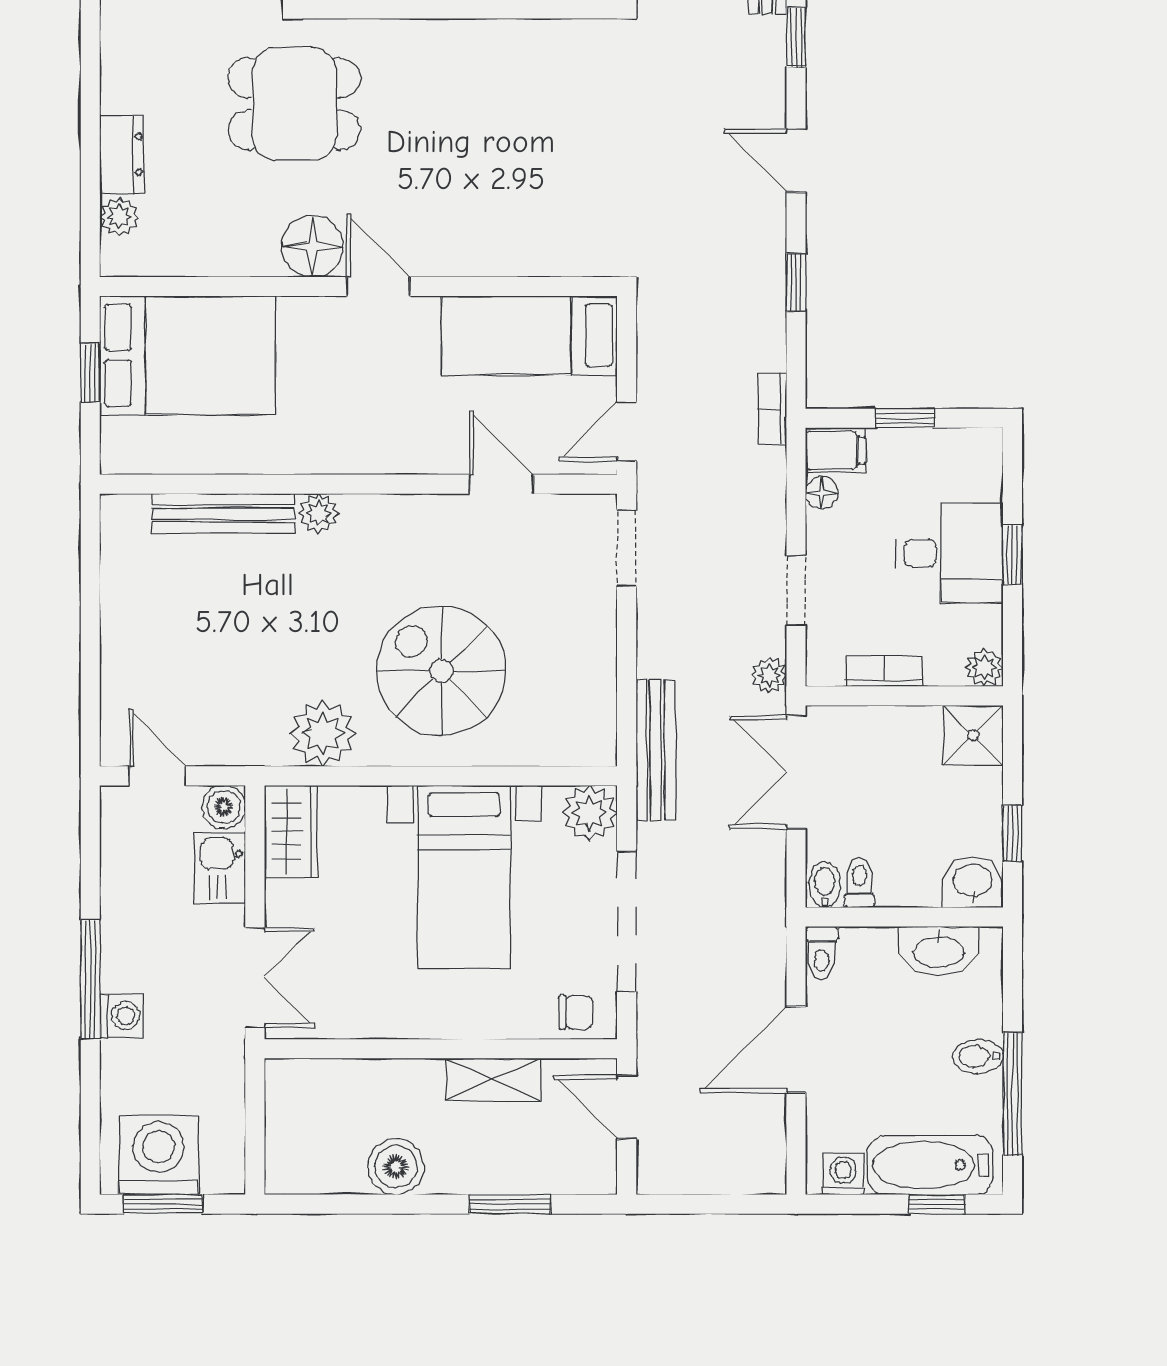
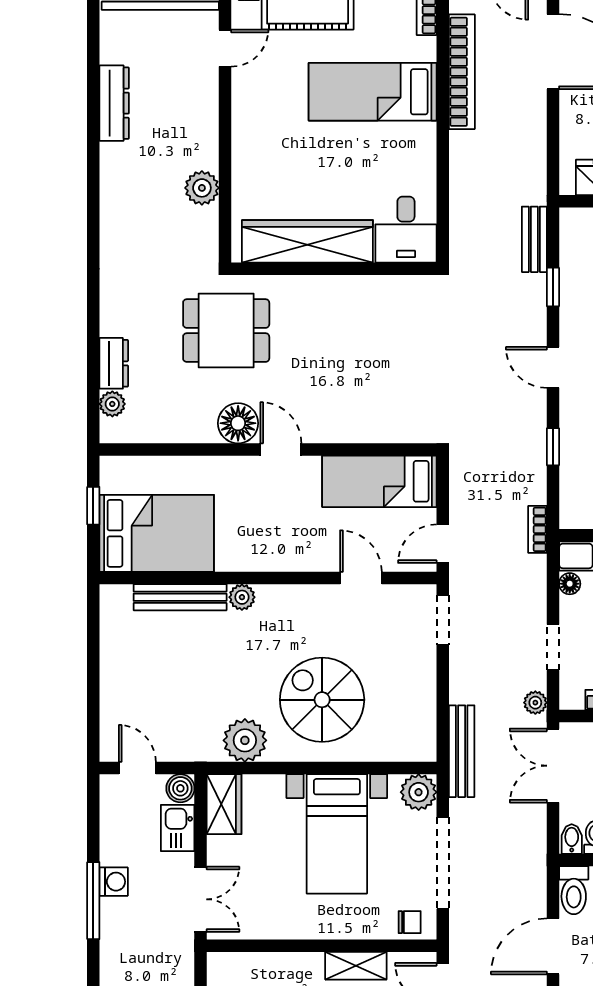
bed: (187, 355) -> (157, 533), moved
toilet: (822, 953) -> (574, 890), width x1.37, depth x1.39
washing machine: (121, 1016) -> (114, 882), moved

